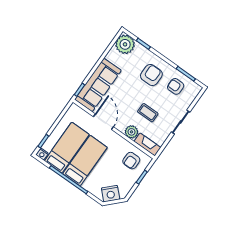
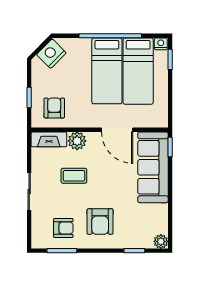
plant: (125, 44) -> (161, 241), width x0.53, depth x0.53

